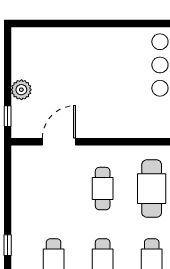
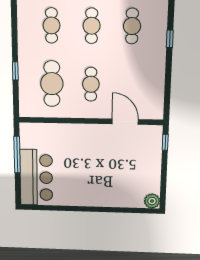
plant: (21, 90) -> (152, 201), moved
door: (59, 142) -> (125, 122), swing flipped

